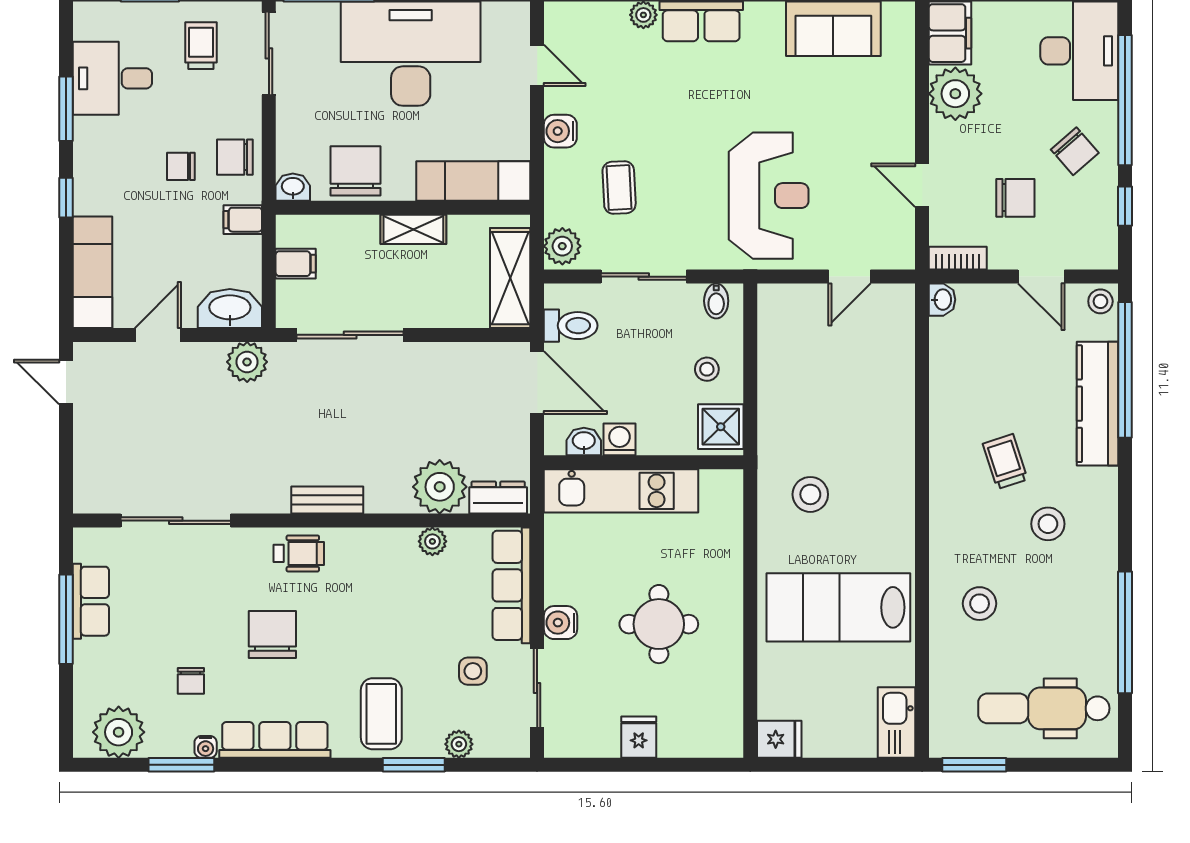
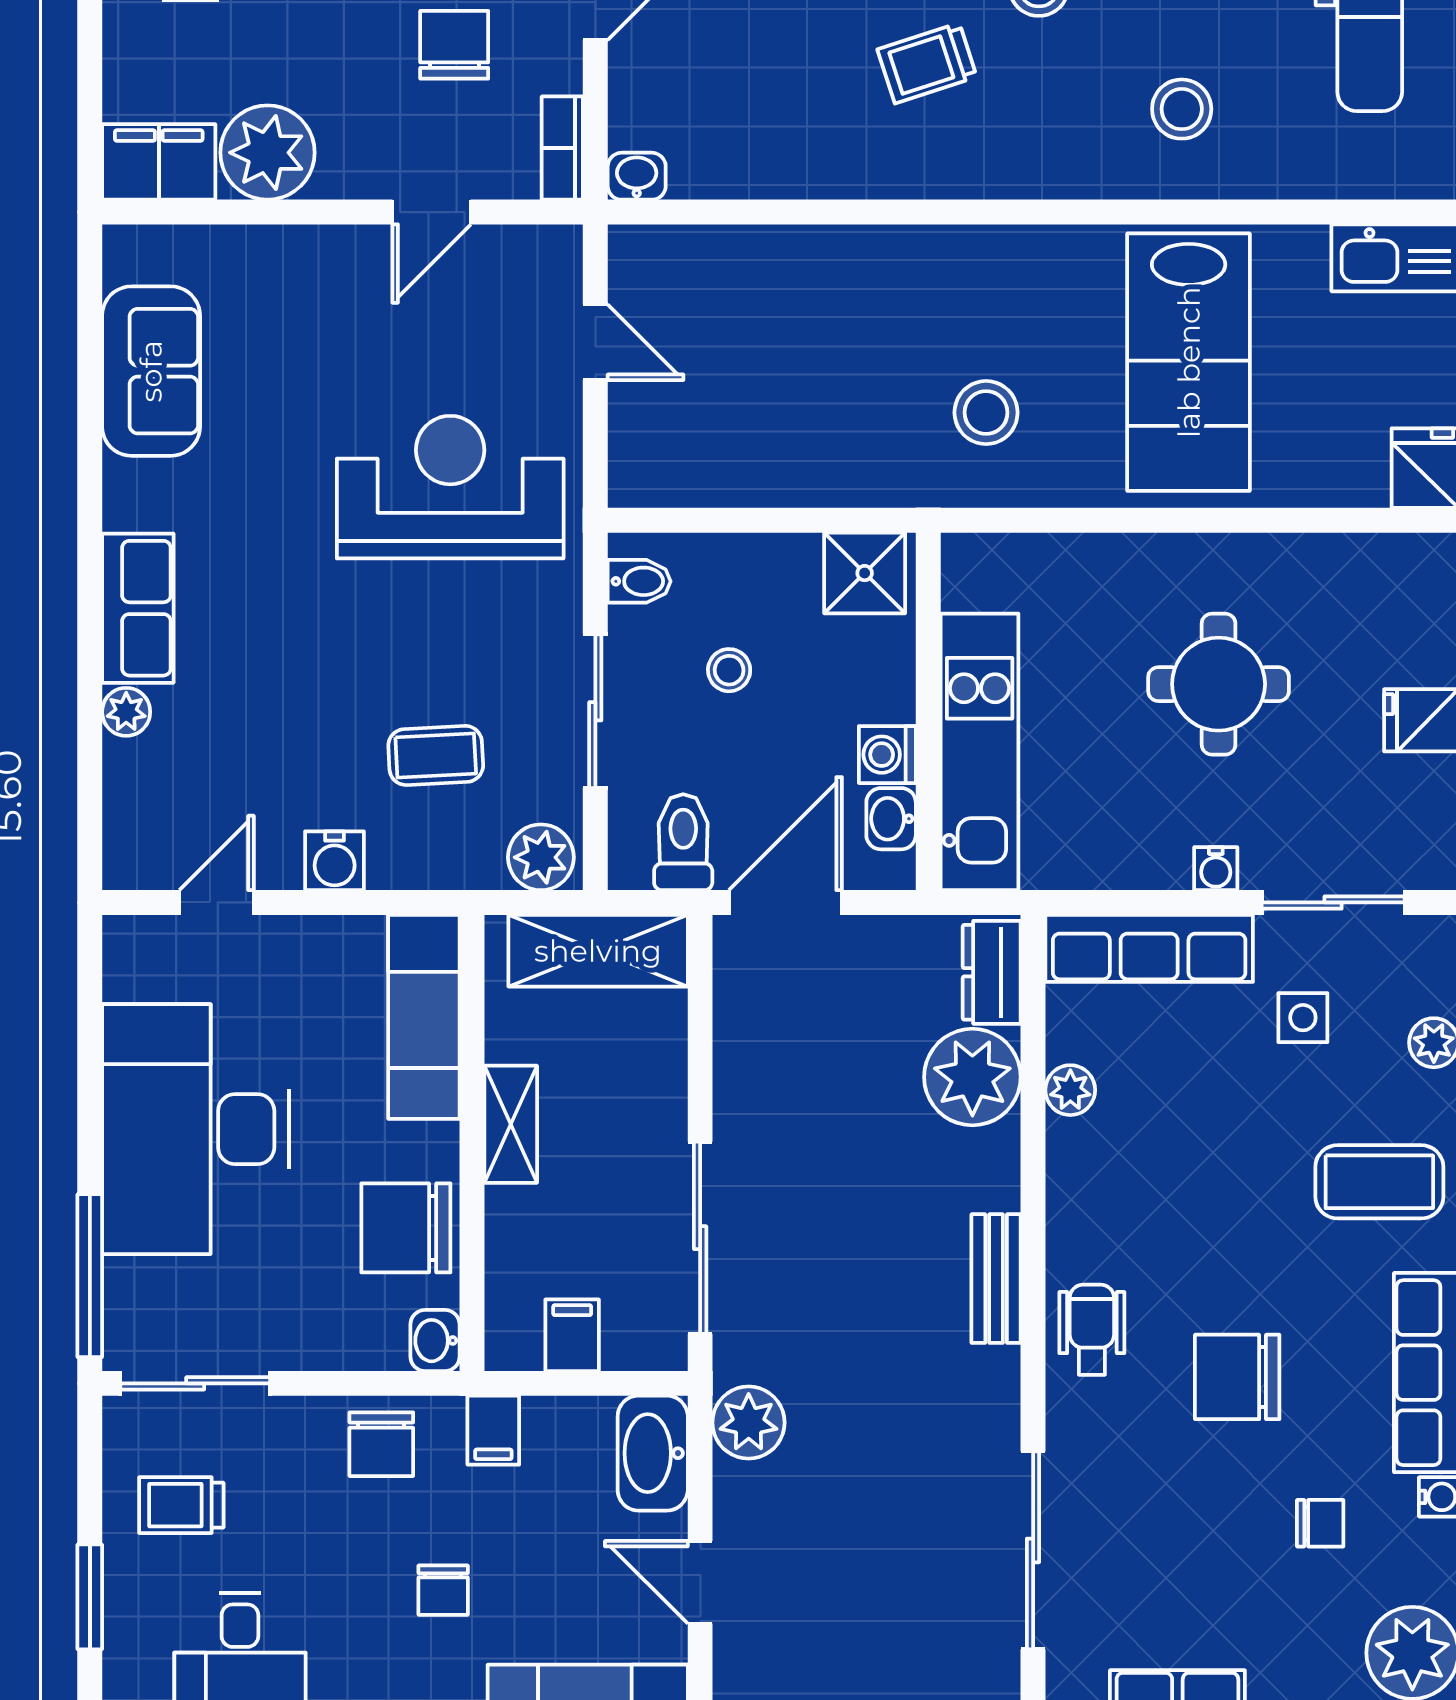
chair: (181, 166) -> (443, 1590), moved
stool: (707, 369) -> (729, 670), moved
water cooler: (561, 623) -> (1216, 869), width x0.72, depth x0.72

